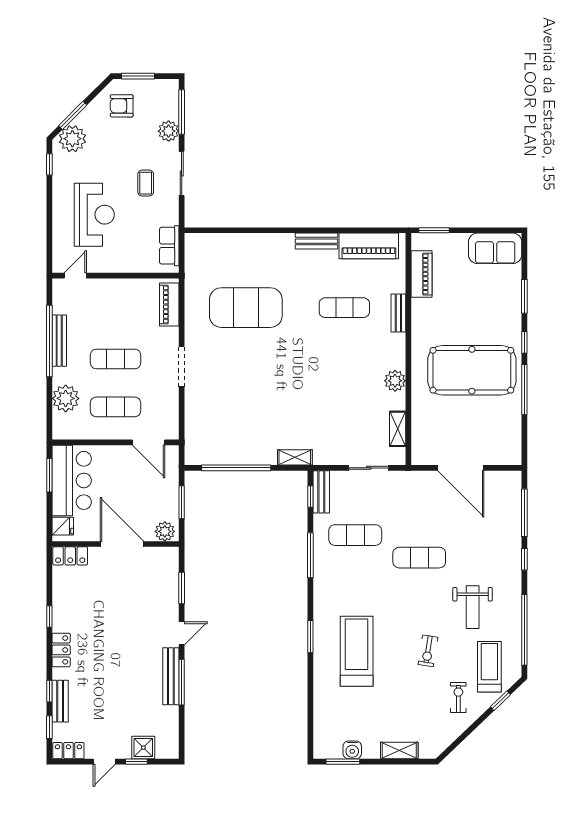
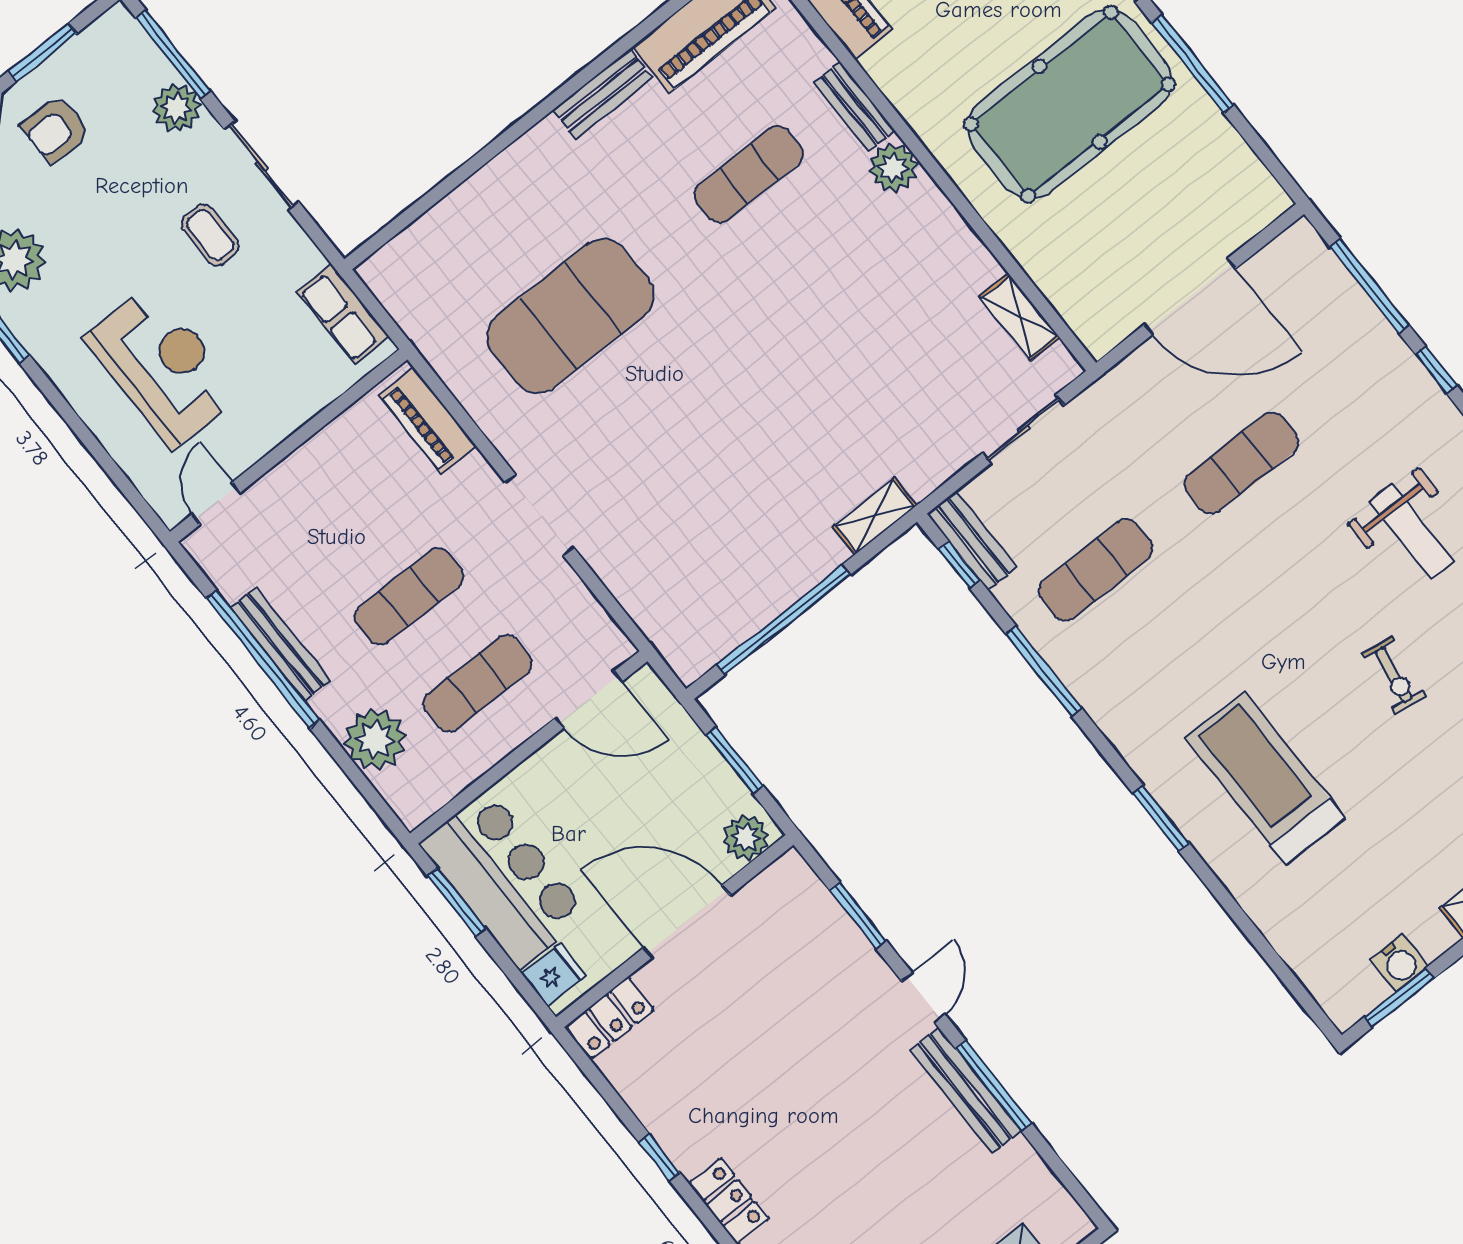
plant: (395, 381) -> (893, 168), moved
exercise mat: (419, 558) -> (1241, 463), moved

